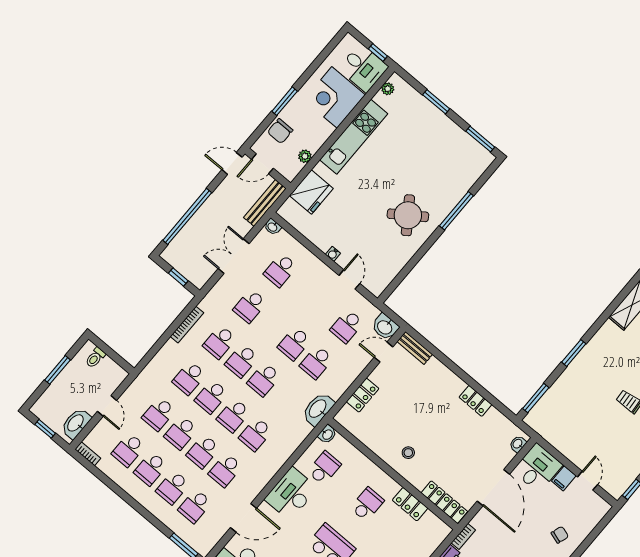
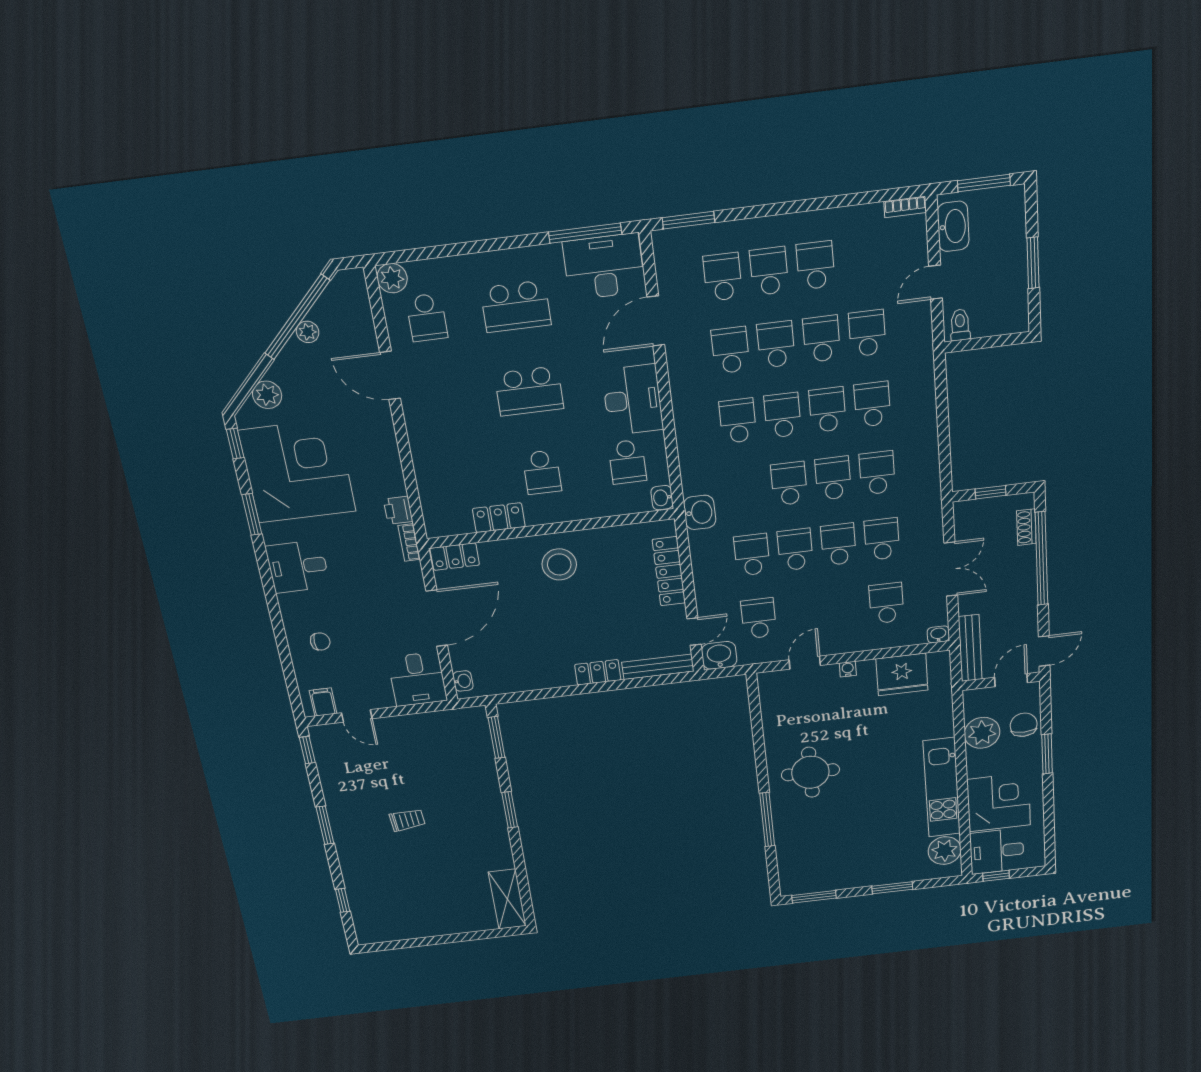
plant: (388, 89) -> (945, 851), width x1.88, depth x1.88
plant: (305, 156) -> (982, 733), width x1.88, depth x1.88
fridge: (311, 192) -> (902, 674), moved, turned -90
round table: (408, 215) -> (810, 772), turned 35
shoe rack: (179, 241) -> (1026, 527), added
door: (349, 279) -> (805, 663), swing flipped
bookcase: (187, 325) -> (932, 455), removed
bench: (415, 348) -> (658, 667), width x1.36
toilet: (95, 358) -> (960, 325), moved
locker: (363, 395) -> (669, 571), width x1.53
locker: (475, 401) -> (598, 672), moved
door: (107, 406) -> (936, 282), hinge flipped
washbasin: (318, 409) -> (700, 512), width x0.72
window: (45, 429) -> (984, 183), width x1.50
school desk: (128, 450) -> (839, 544), moved
stool: (408, 453) -> (559, 564), width x1.89, depth x1.89
filing cabinet: (564, 478) -> (323, 702), moved
door: (493, 488) -> (437, 618), swing flipped
locker: (444, 502) -> (455, 557), width x0.66
chair: (560, 535) -> (320, 641), turned -108

